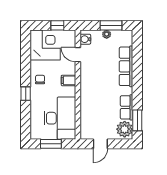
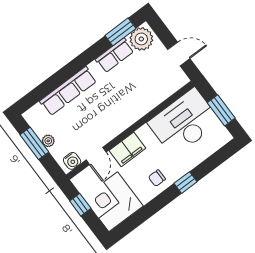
filing cabinet: (68, 80) -> (127, 149), width x2.00

